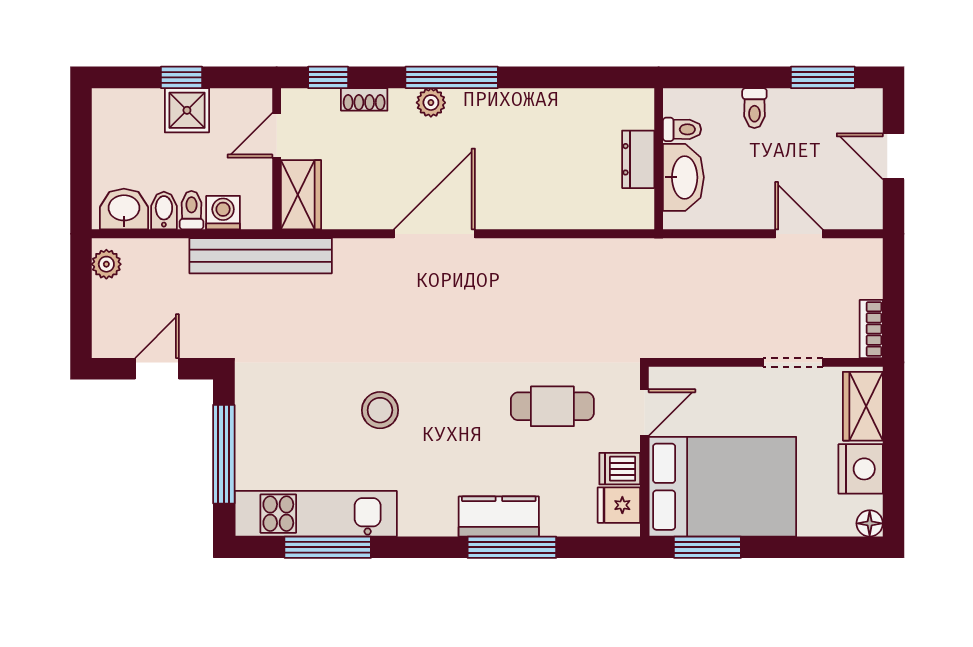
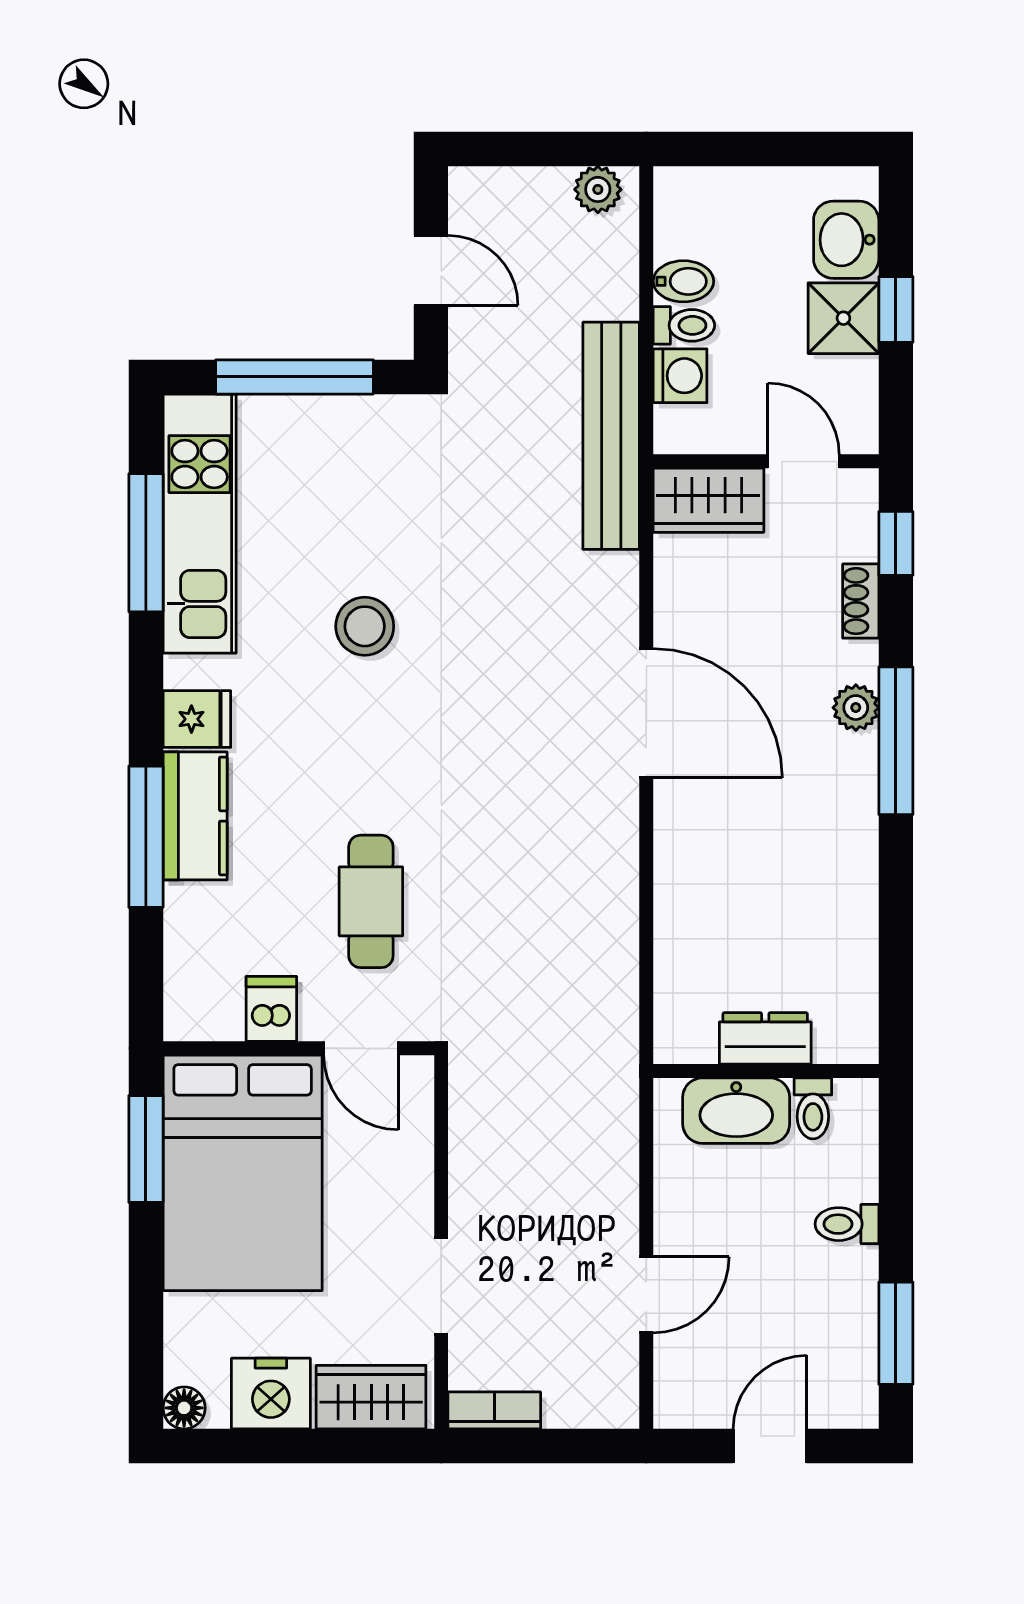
washbasin: (124, 209) -> (846, 240), moved, turned 180
fridge: (619, 505) -> (197, 719), moved, turned 90

